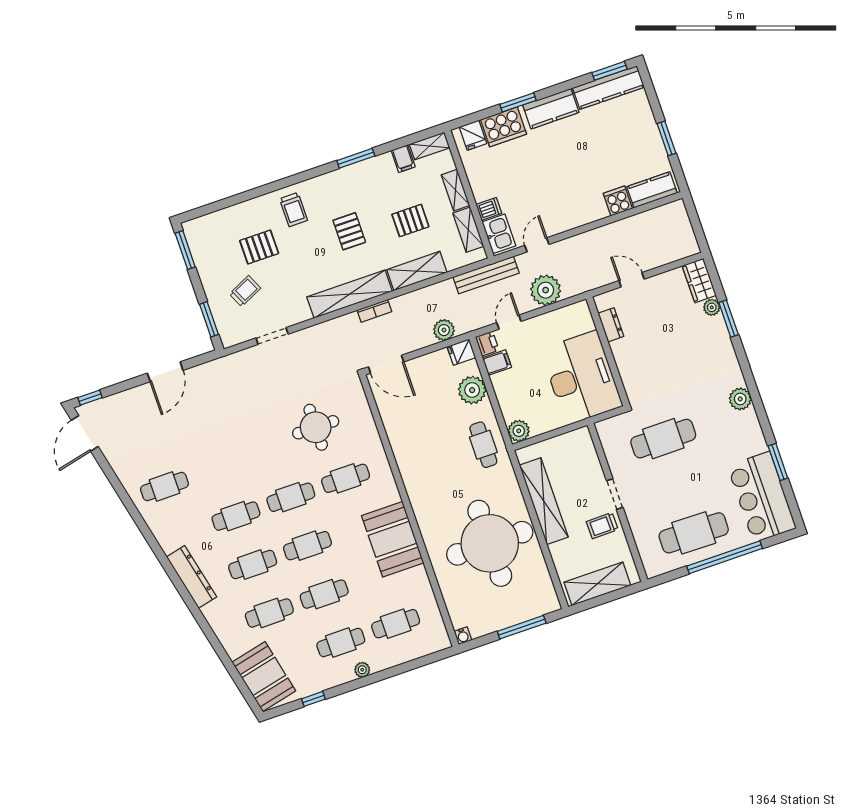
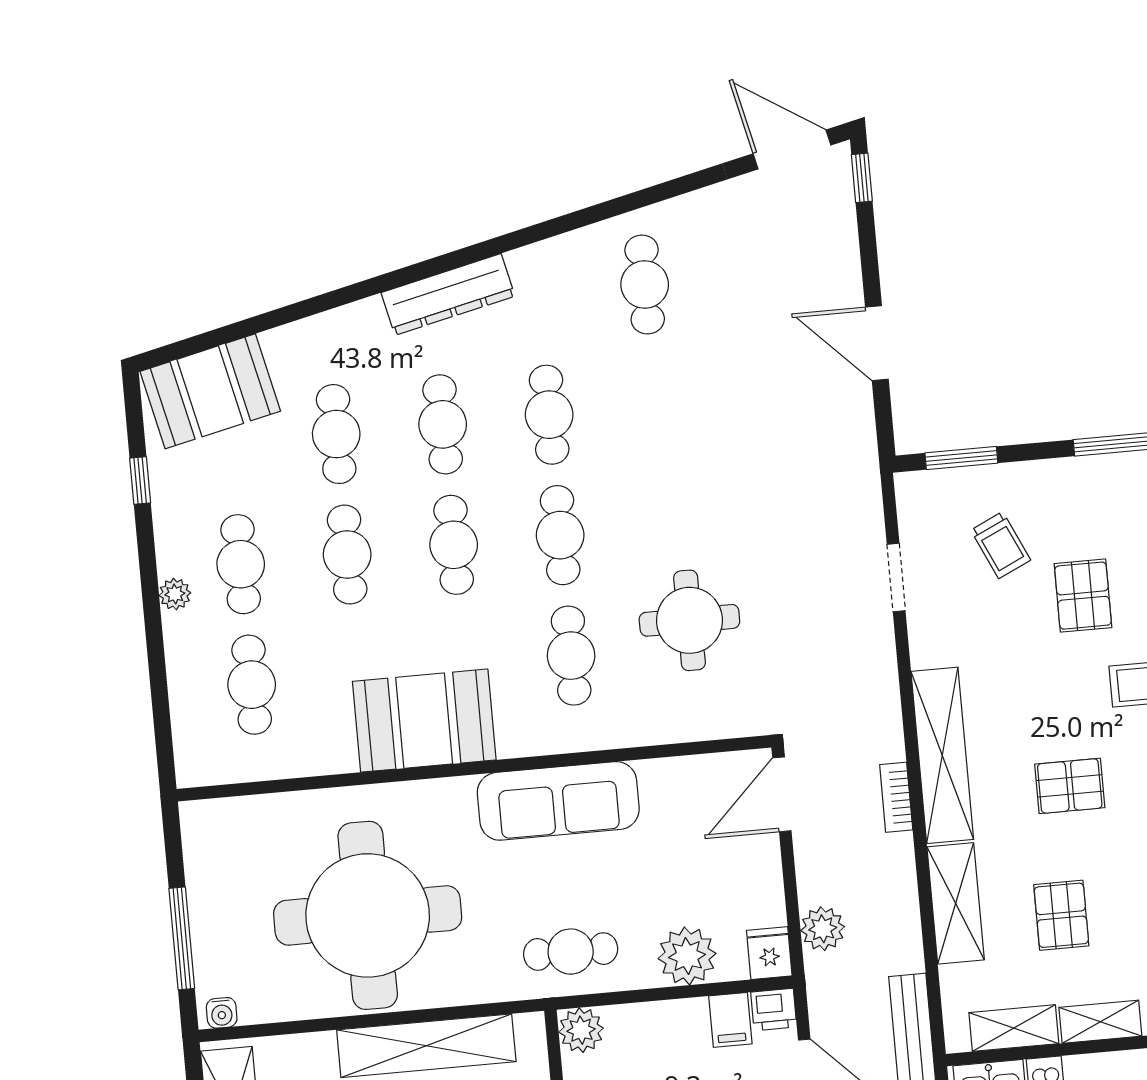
sofa: (415, 468) -> (558, 801), added
water cooler: (463, 636) -> (222, 1013), moved, turned -90

